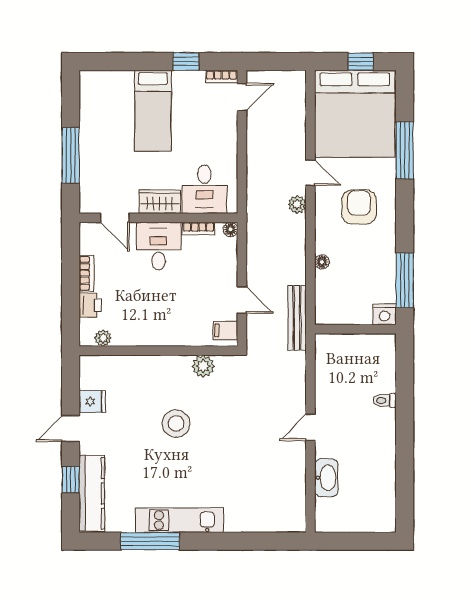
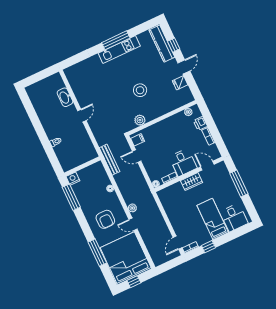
desk: (204, 189) -> (234, 217), moved, turned 180
window: (150, 541) -> (116, 40), moved

